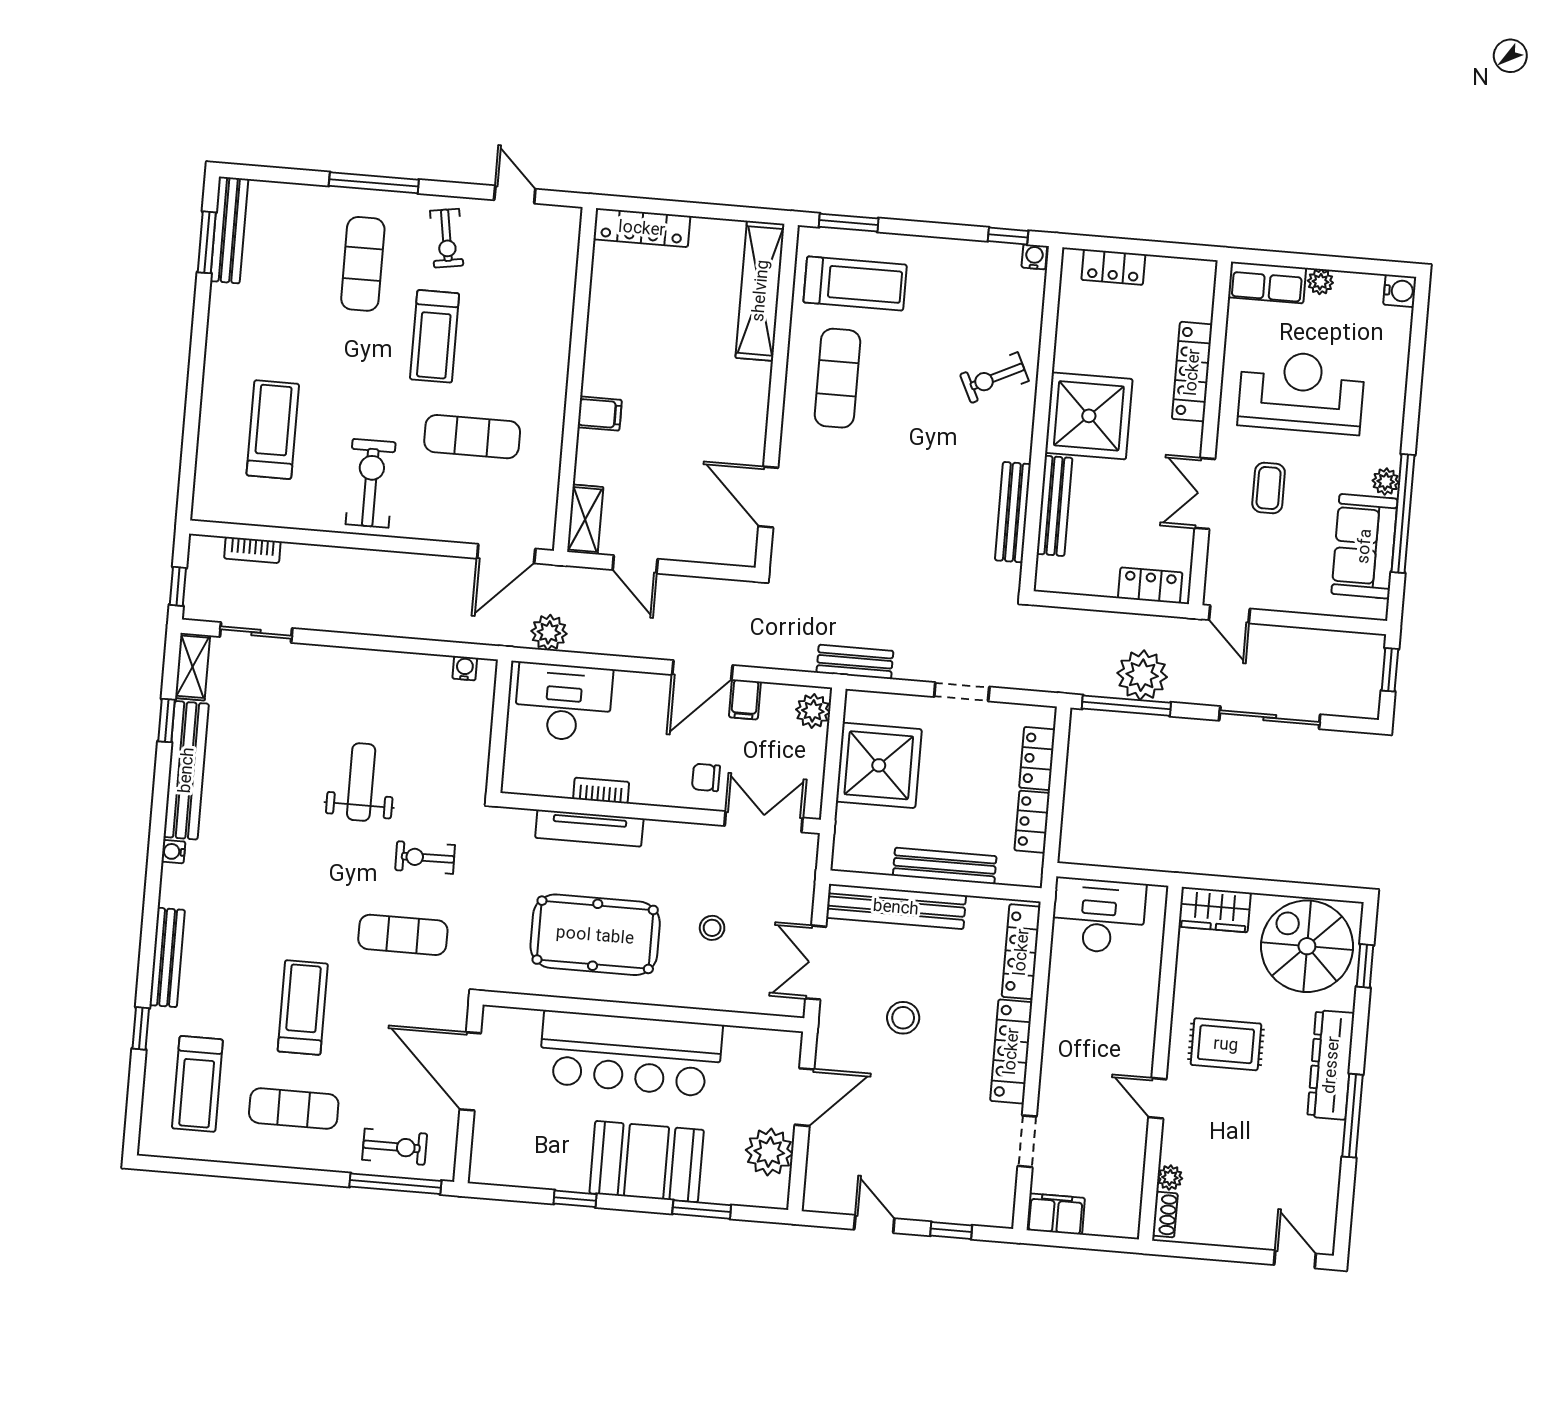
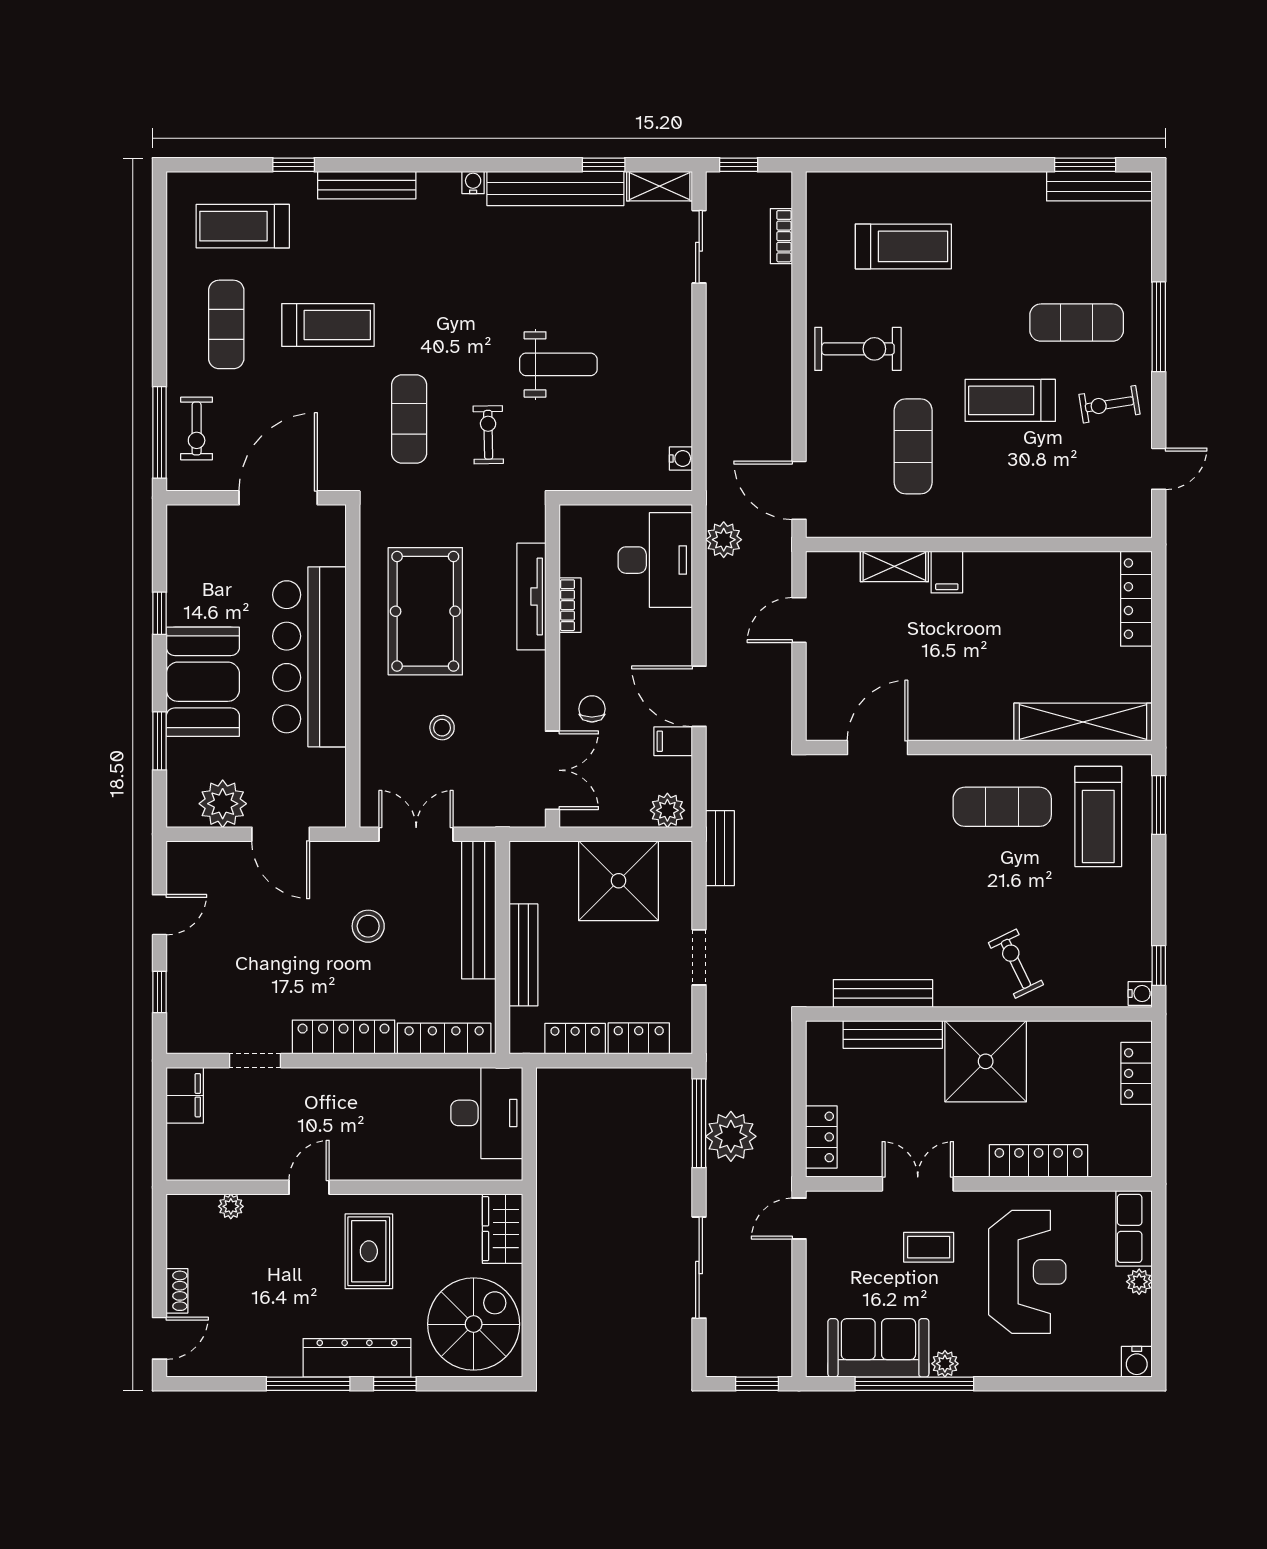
shelving: (585, 519) -> (894, 566), moved
window: (1365, 966) -> (395, 1384), moved
shoe rack: (1165, 1215) -> (177, 1291), moved, turned -90

